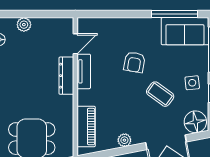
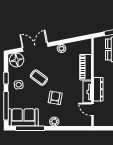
plant: (136, 25) -> (54, 122), added
door: (75, 44) -> (93, 109), hinge flipped
piano: (86, 127) -> (86, 67), moved

